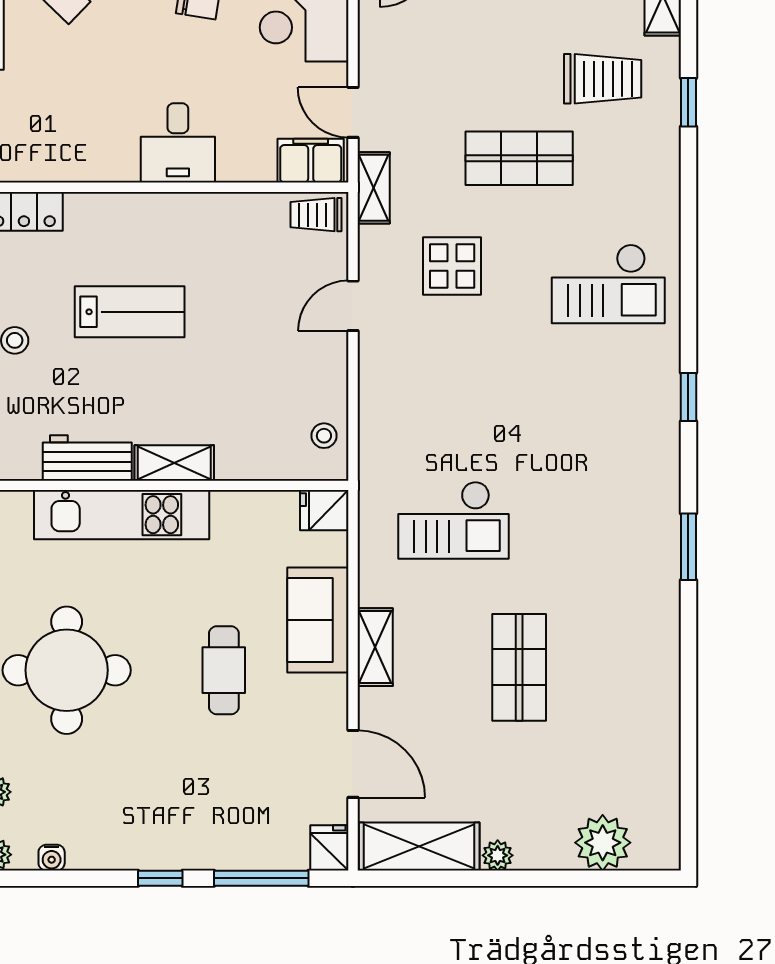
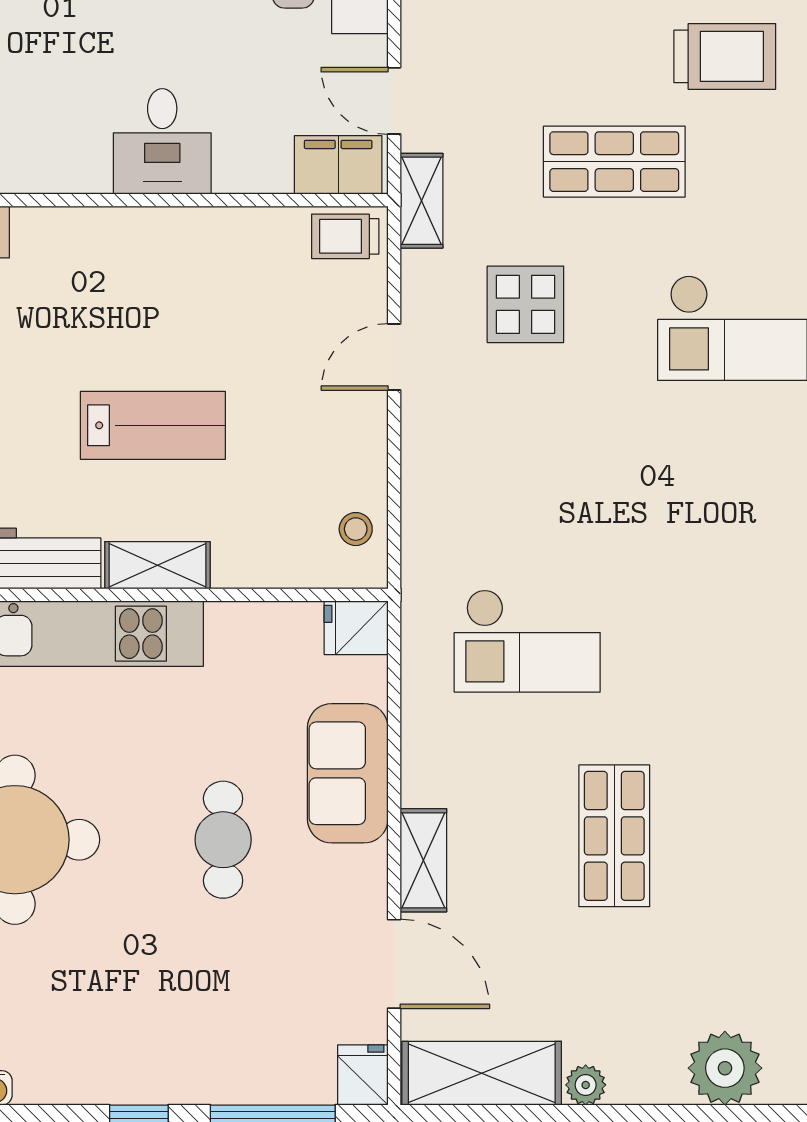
lab bench: (130, 312) -> (153, 425), moved
shelving: (375, 647) -> (423, 860), moved

